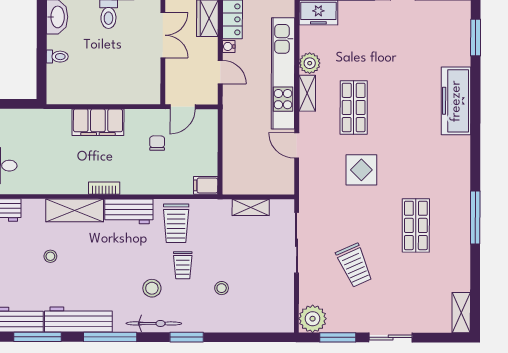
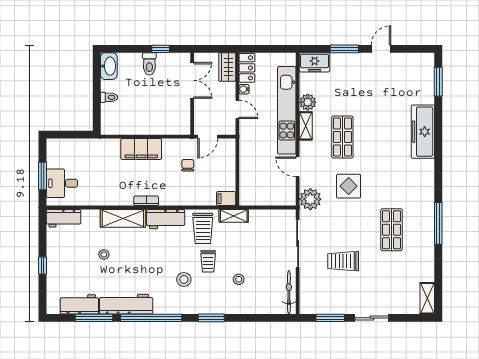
shelving: (251, 207) -> (234, 216), moved
trolley: (354, 265) -> (343, 261), turned 114
plant: (313, 319) -> (310, 199), moved
bicycle: (154, 323) -> (289, 292), moved, turned -90
window: (110, 337) -> (151, 318), width x1.46

